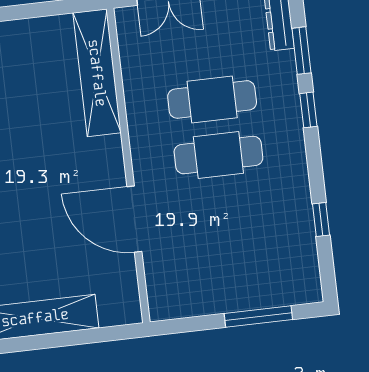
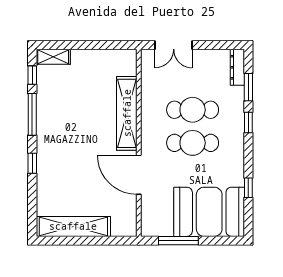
shelving: (97, 73) -> (127, 113), moved
booth: (260, 267) -> (209, 212), added
window: (258, 317) -> (178, 241), moved

